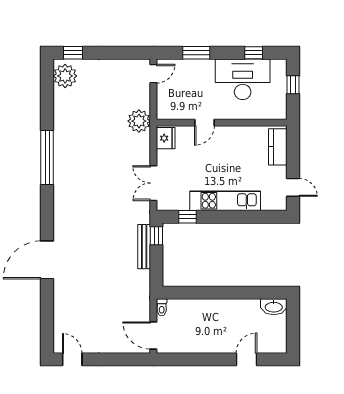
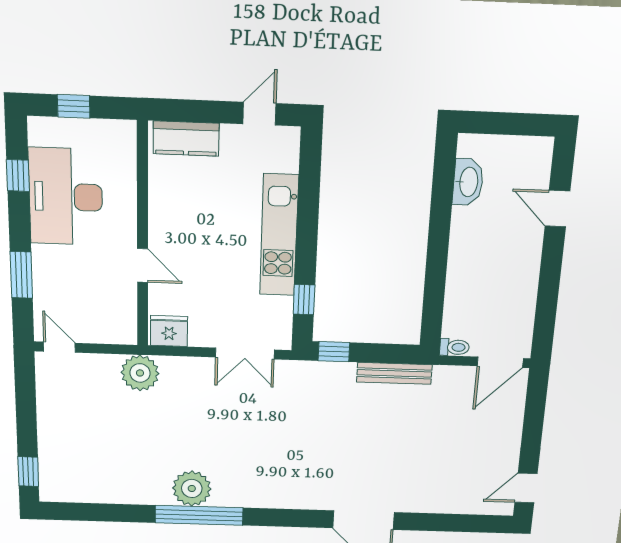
plant: (65, 76) -> (192, 488), moved
bench: (144, 247) -> (394, 373), moved
washbasin: (274, 307) -> (468, 182), moved

